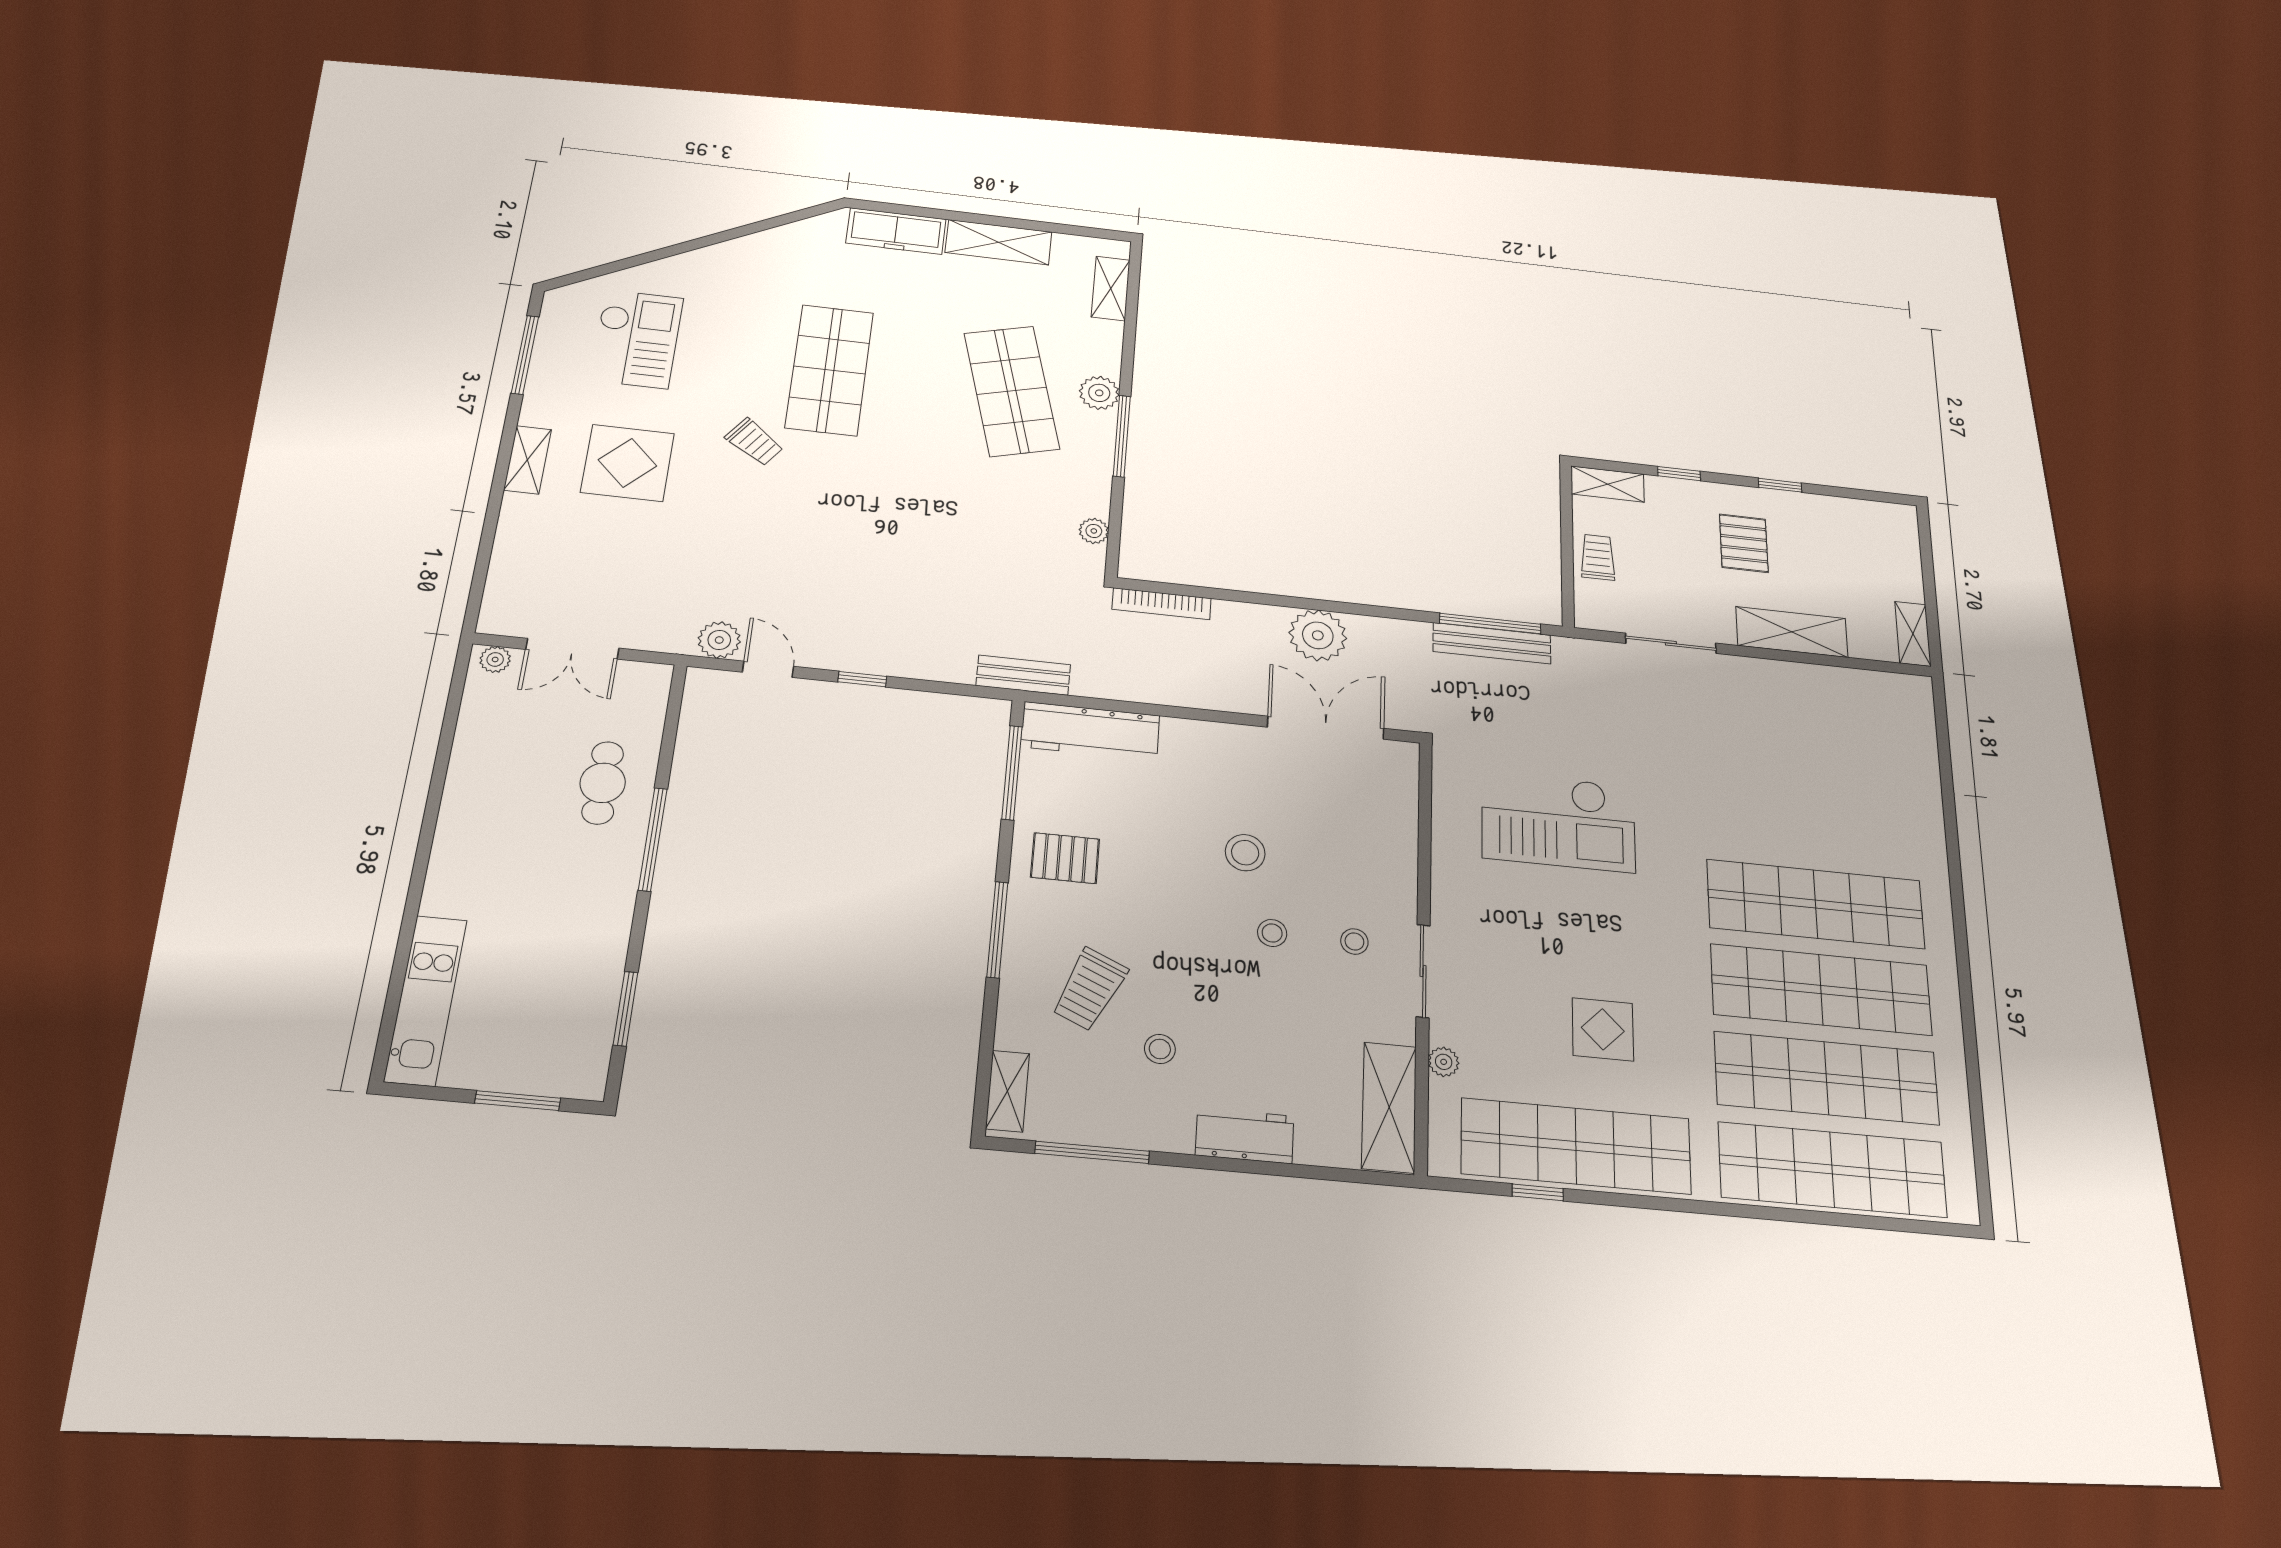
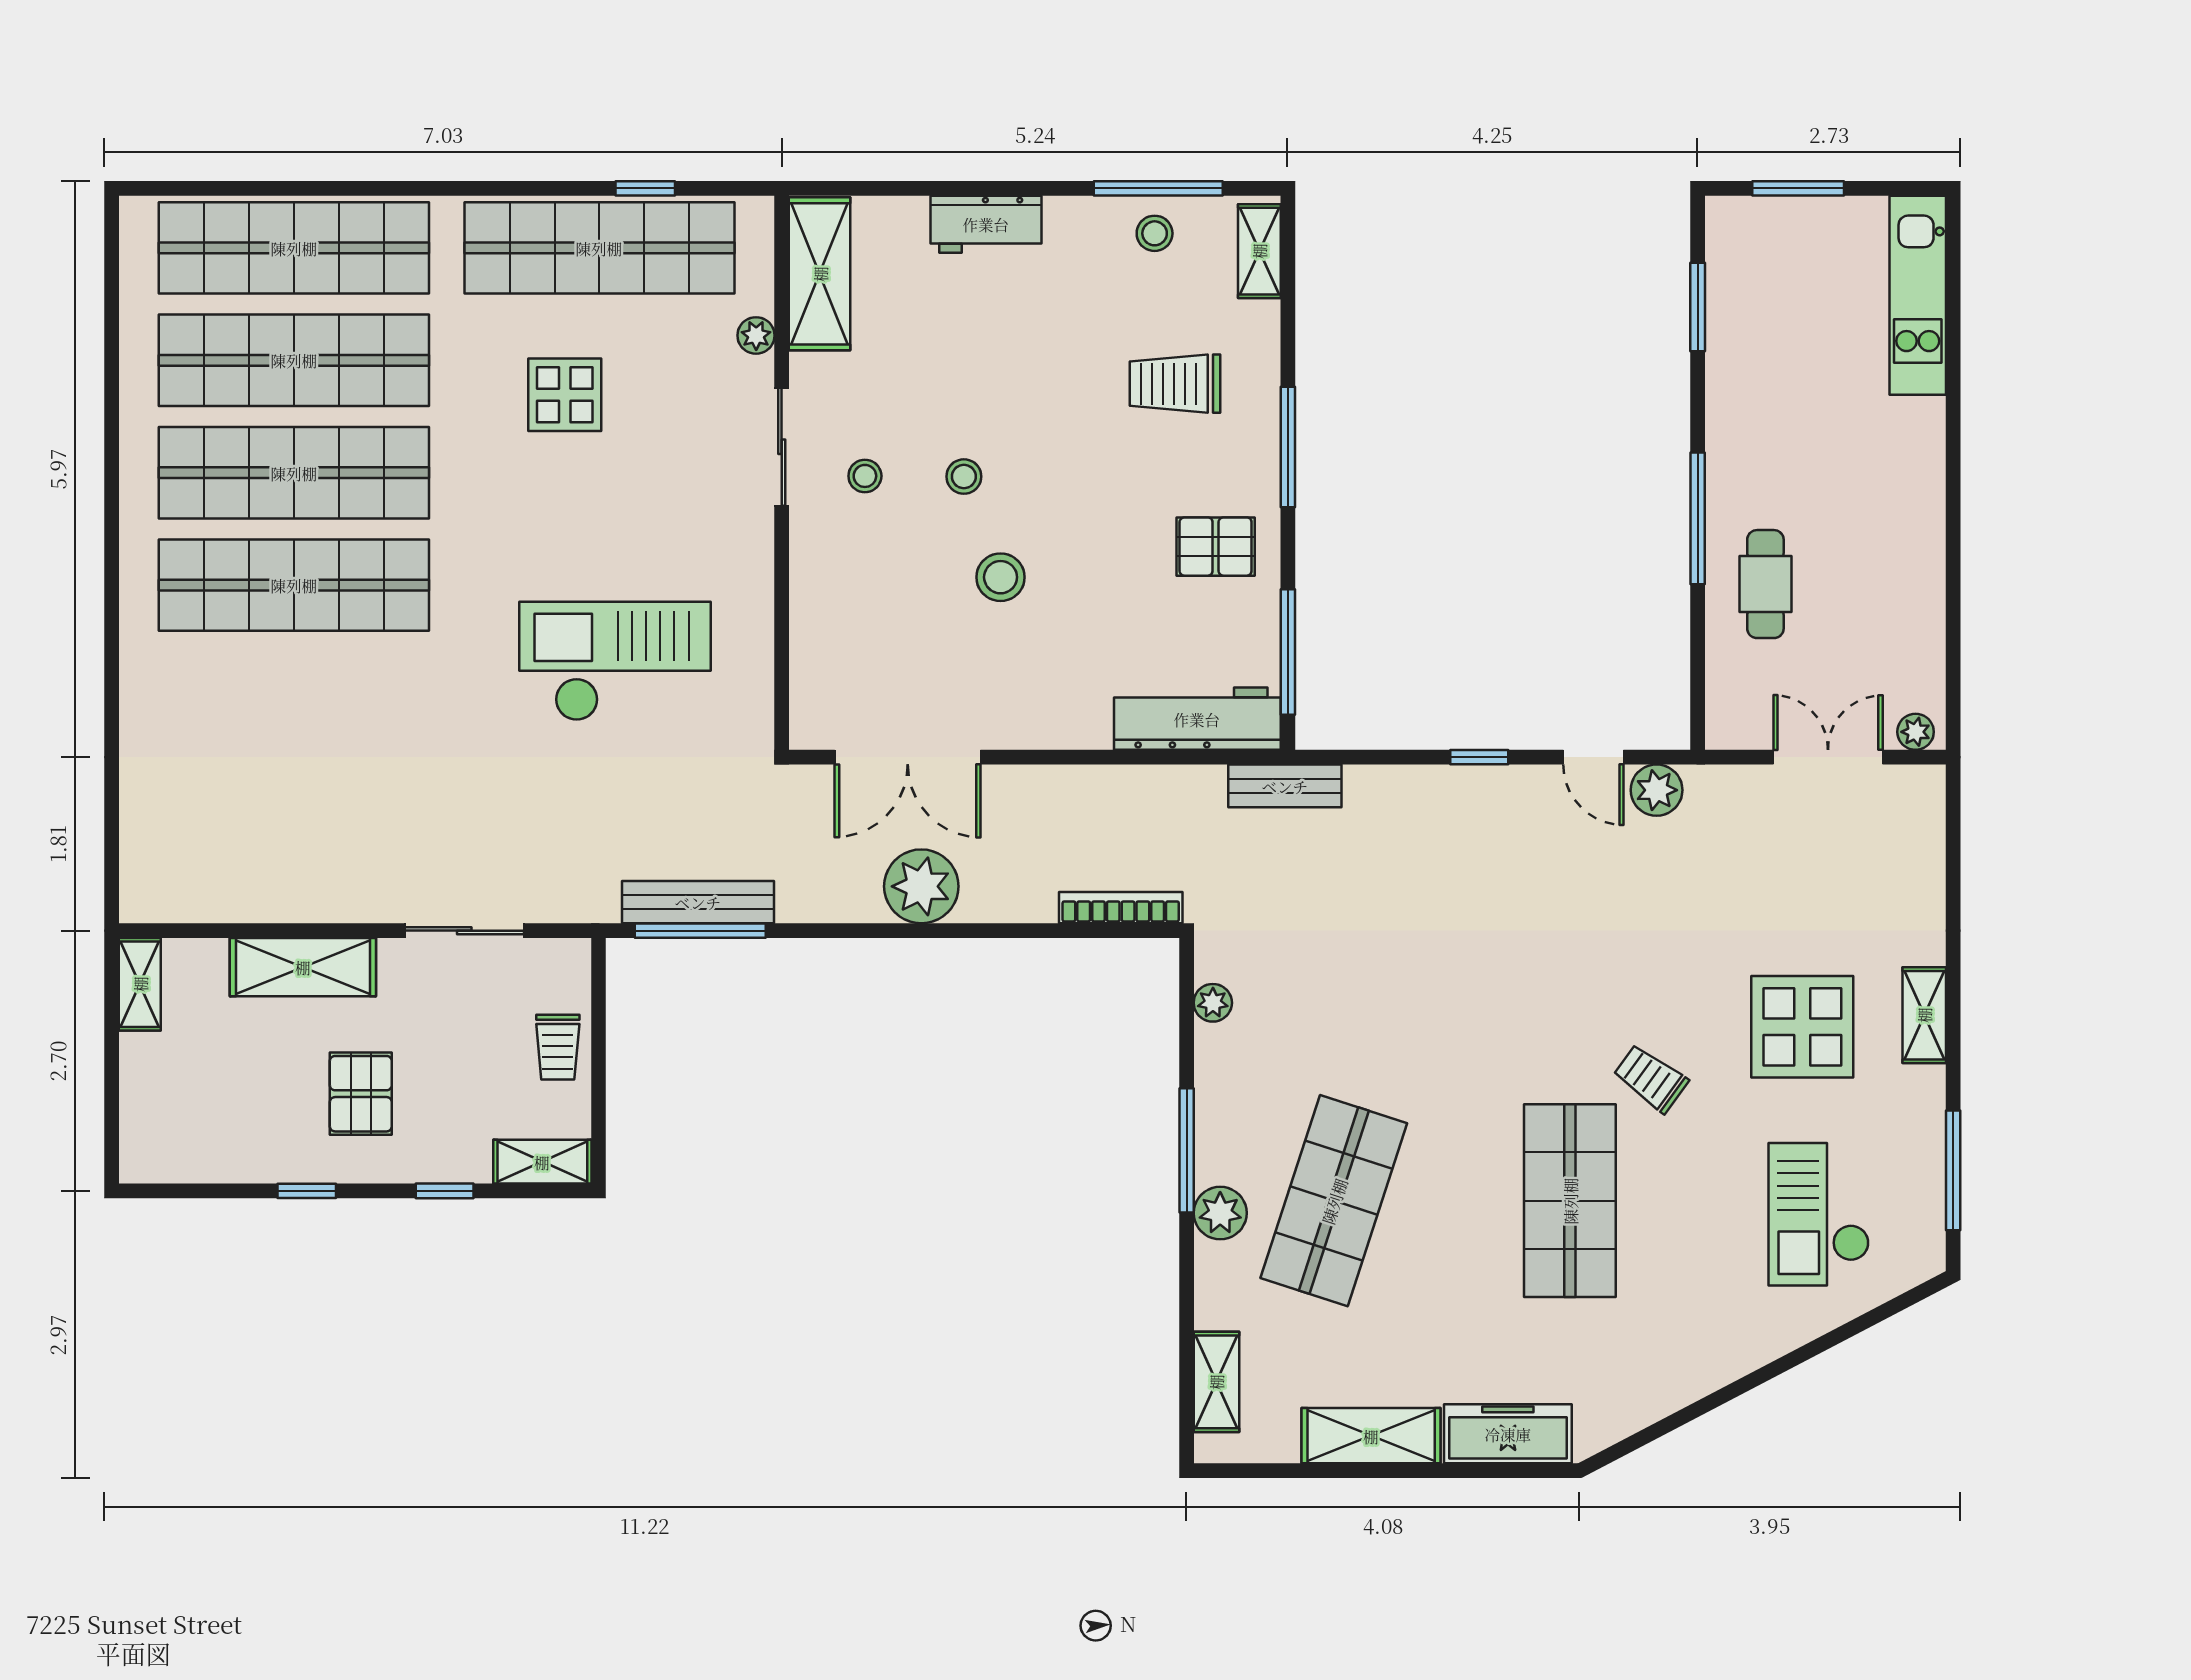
shop shelf: (1012, 391) -> (1334, 1201), turned 33
trolley: (1089, 989) -> (1175, 384), turned -114
stool: (1160, 1049) -> (1155, 233), moved

